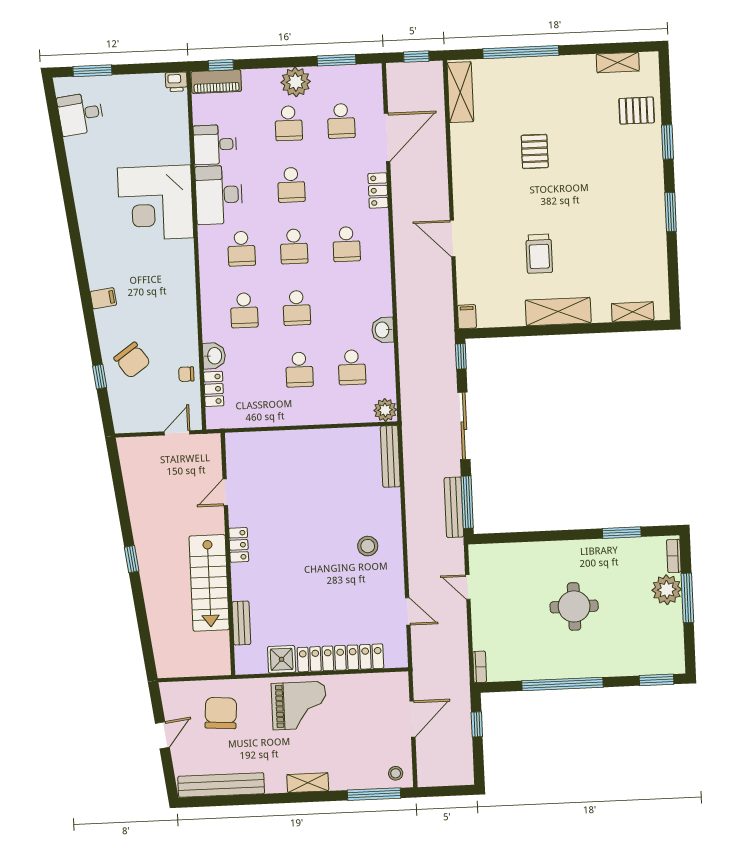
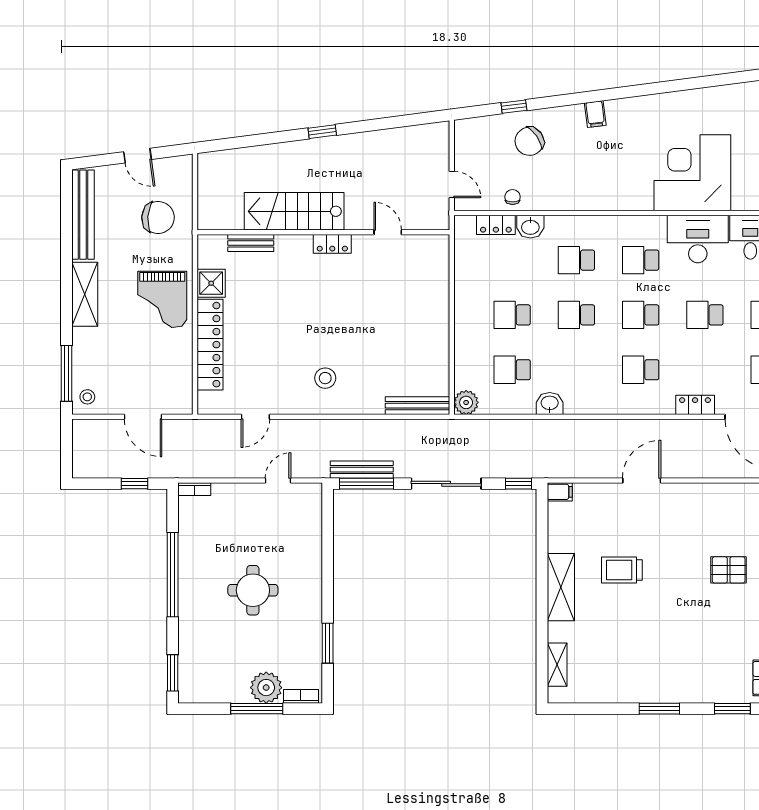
shelving: (308, 783) -> (85, 294), width x1.50, depth x1.33

